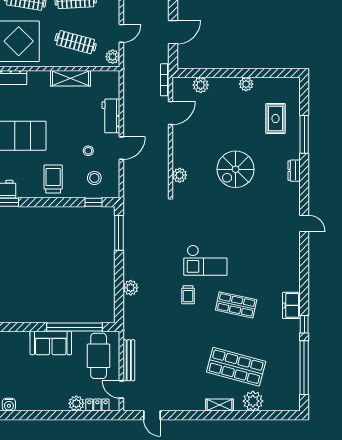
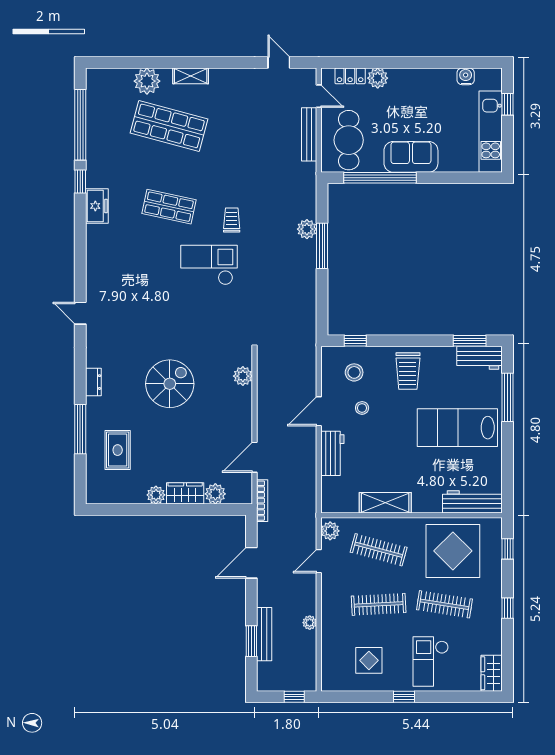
wardrobe: (224, 85) -> (185, 493), added
window: (119, 233) -> (322, 246), moved

